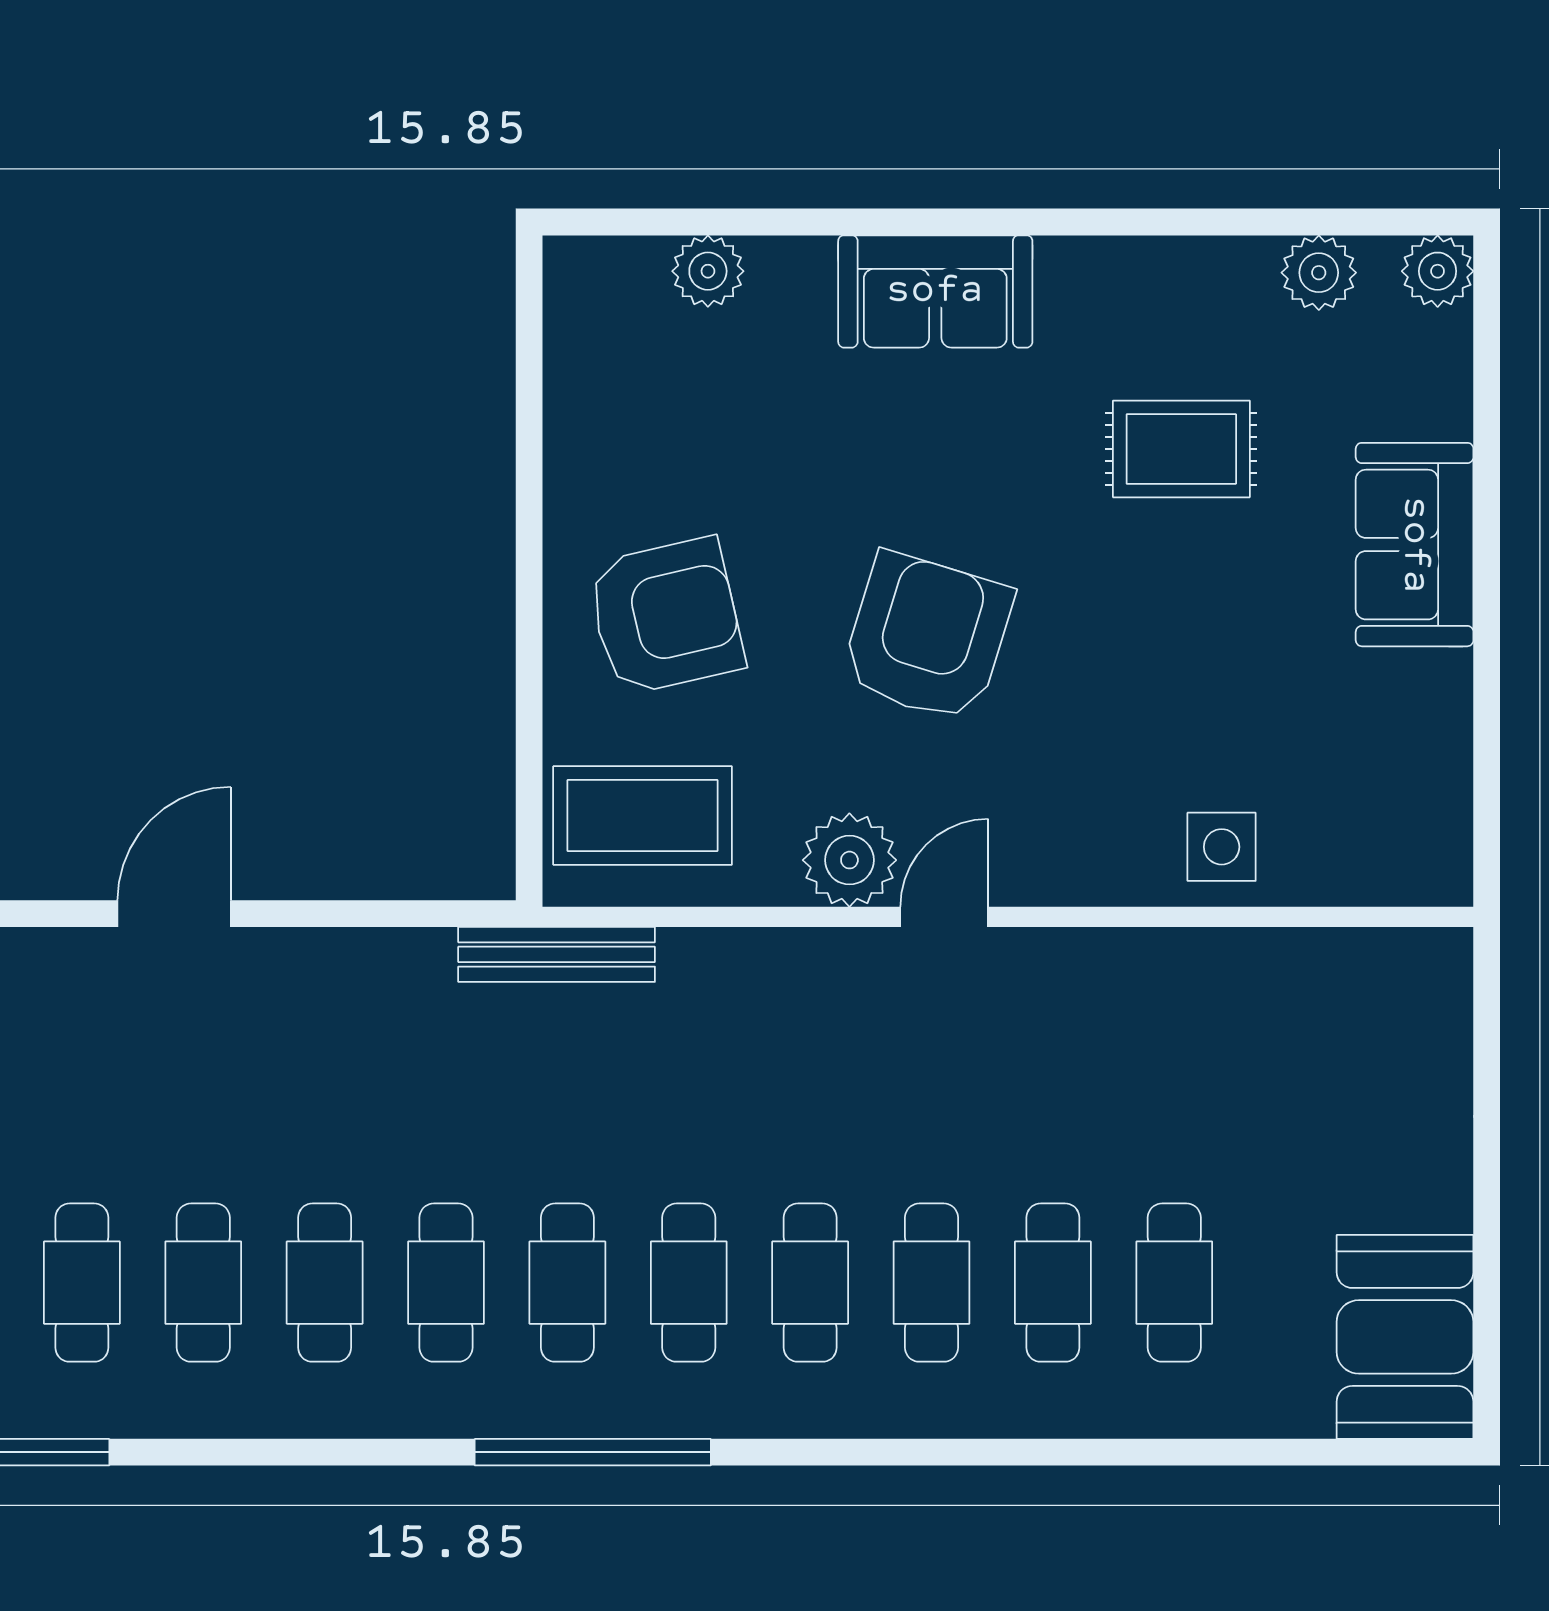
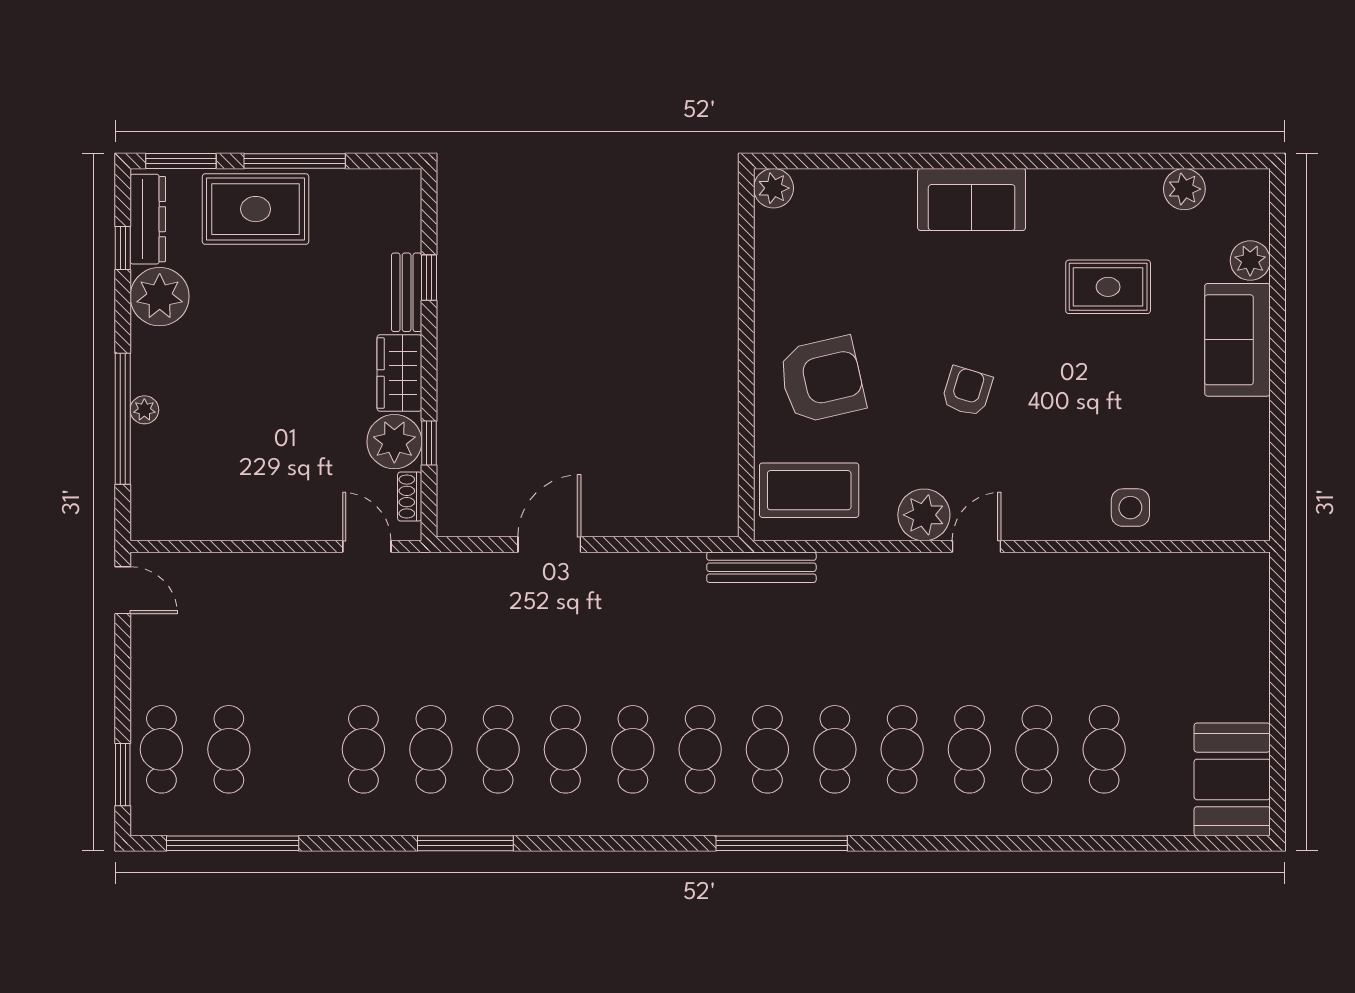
plant: (708, 271) -> (774, 188), moved
plant: (1438, 271) -> (1250, 261), moved
armchair: (927, 637) -> (967, 391), width x0.53, depth x0.53

